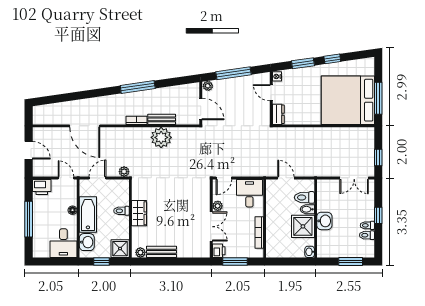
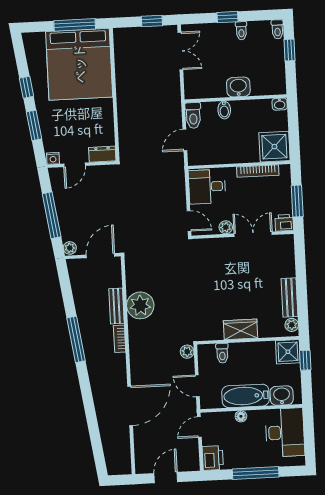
toilet: (304, 197) -> (193, 115), moved
toilet: (121, 211) -> (222, 353), moved
shower: (303, 226) -> (274, 147), moved
toilet: (367, 235) -> (277, 29), moved
desk: (63, 243) -> (285, 432), width x1.37
window: (102, 261) -> (305, 360), moved
window: (351, 261) -> (290, 50), width x0.67

